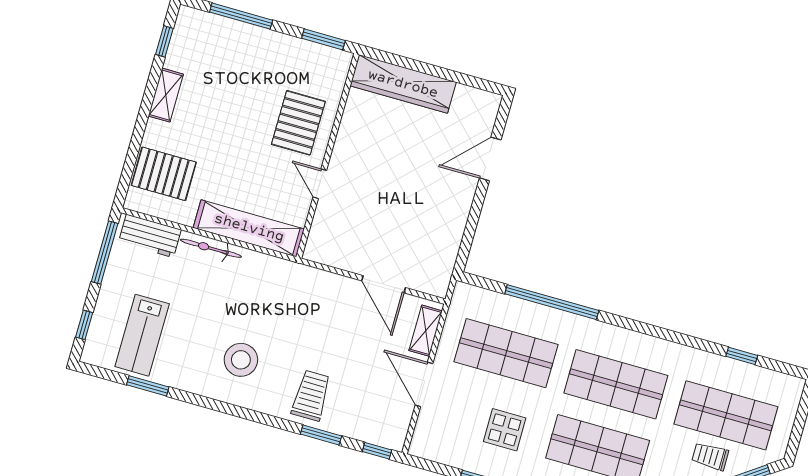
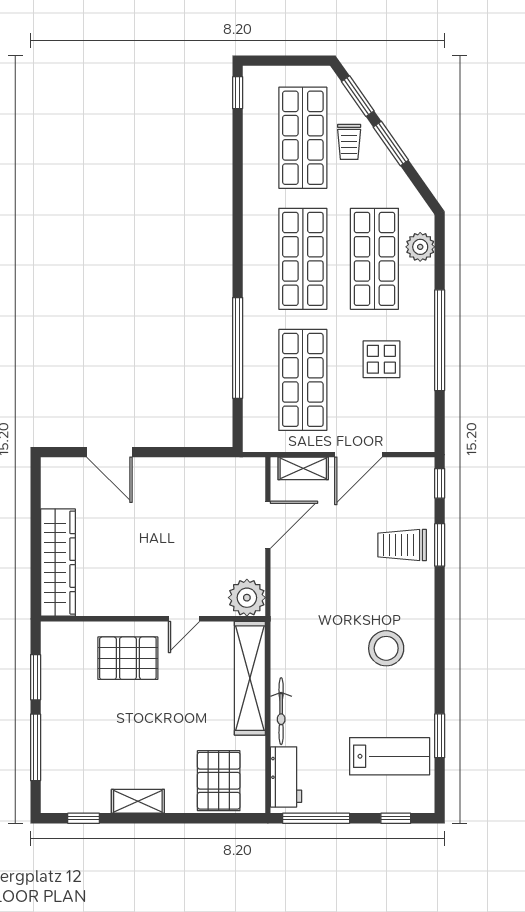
window: (323, 39) -> (36, 677), moved
plant: (323, 246) -> (247, 598), added
window: (742, 356) -> (238, 93), moved
trolley: (311, 396) -> (402, 545), moved

